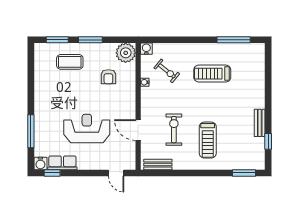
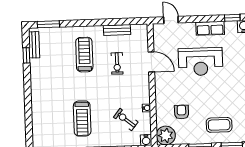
treadmill: (212, 74) -> (82, 119), turned 90
bench: (260, 123) -> (34, 45), moved
exercise bike: (174, 130) -> (117, 63), width x0.73, depth x0.72
row of seats: (62, 163) -> (210, 28), moved
bench: (158, 165) -> (117, 30), moved

